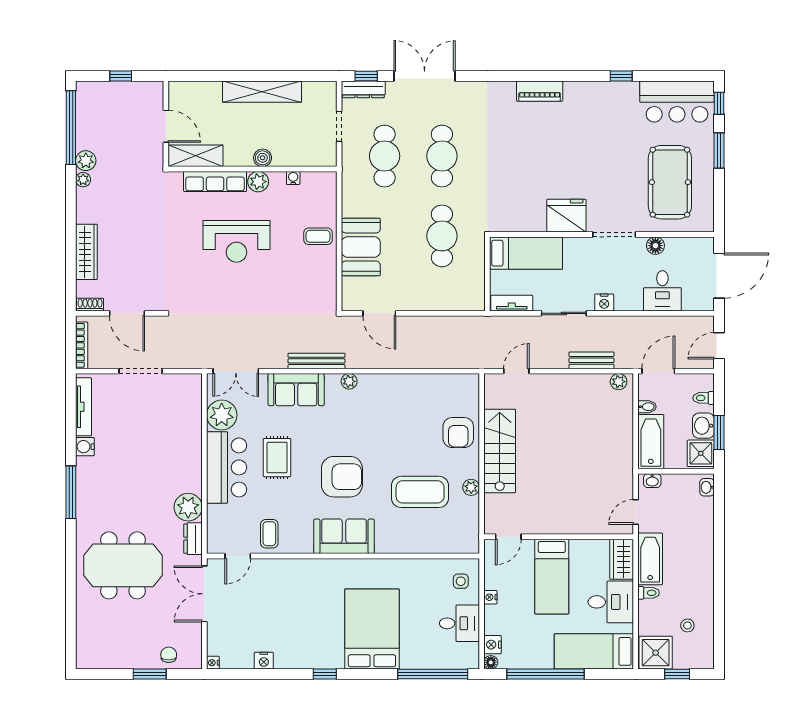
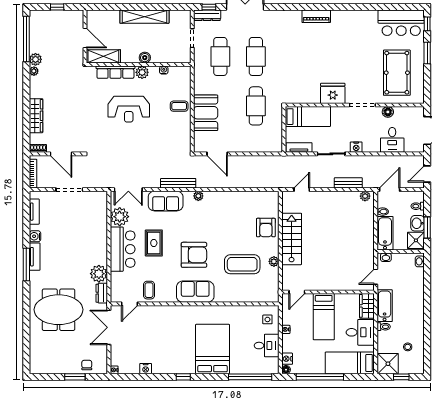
window: (621, 76) -> (367, 7), removed
tv unit: (84, 407) -> (34, 212), width x0.71
tv unit: (84, 480) -> (35, 257), added

